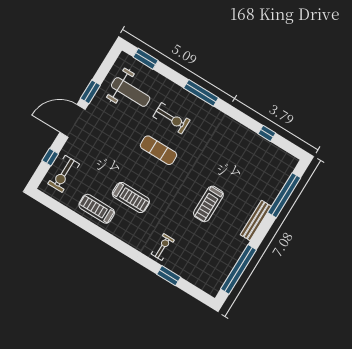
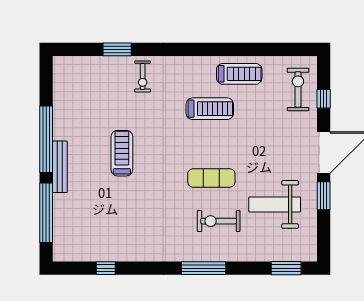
weight bench: (131, 92) -> (275, 204), moved
treadmill: (131, 197) -> (210, 109), turned 180
window: (239, 269) -> (46, 139), moved

